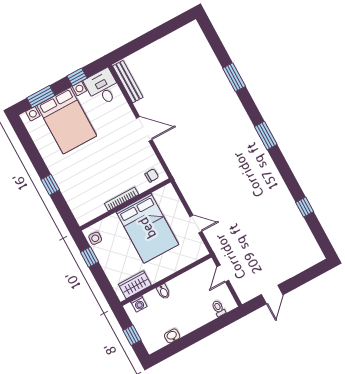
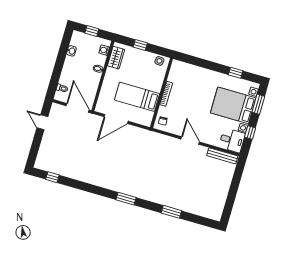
door: (144, 129) -> (190, 141), swing flipped
window: (50, 185) -> (236, 73), moved
window: (305, 207) -> (52, 177), moved
door: (196, 224) -> (116, 119), width x1.88
bed: (147, 228) -> (137, 97), width x0.67
window: (90, 257) -> (140, 45), moved
door: (223, 274) -> (78, 108), width x1.87

